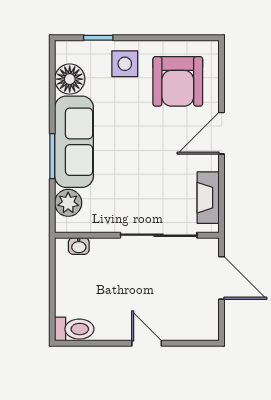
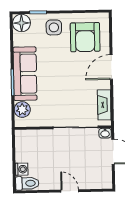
floor lamp: (70, 79) -> (21, 23), moved
washbasin: (79, 246) -> (105, 133), moved
washing machine: (65, 305) -> (22, 169), added

